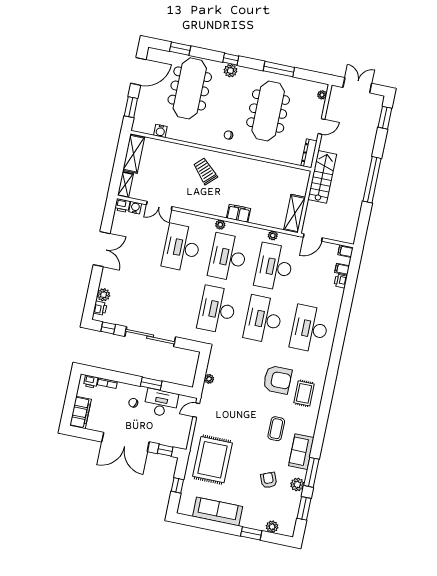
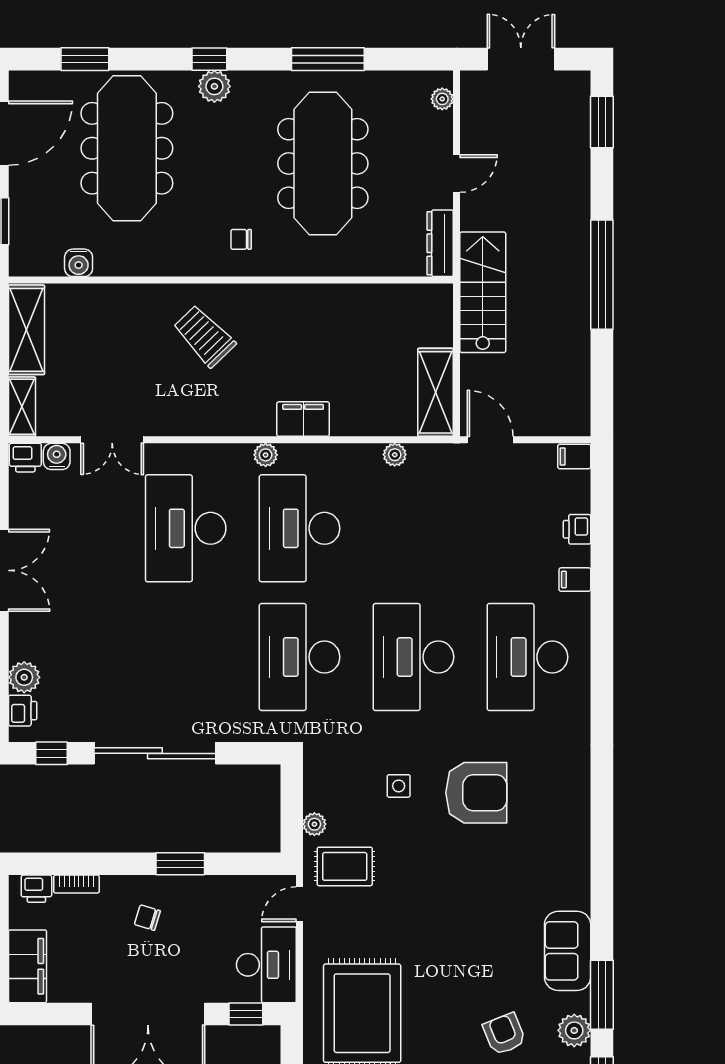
door: (313, 237) -> (490, 440), swing flipped
desk: (274, 267) -> (414, 528), removed
filing cabinet: (342, 269) -> (575, 580), moved
side table: (246, 370) -> (399, 786), added
rug: (304, 393) -> (345, 866), moved, turned 90
desk: (161, 403) -> (266, 965), moved, turned 90
coffee table: (276, 429) -> (497, 909), removed

